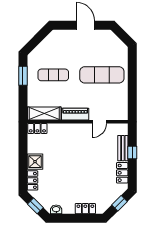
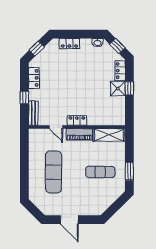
exercise mat: (102, 75) -> (54, 172), turned 90
door: (99, 122) -> (56, 127), swing flipped
locker: (37, 129) -> (77, 120), moved
bench: (123, 148) -> (33, 113), moved
window: (23, 162) -> (129, 88), added

